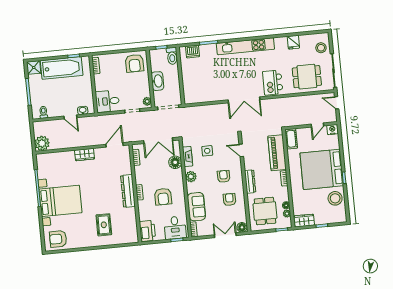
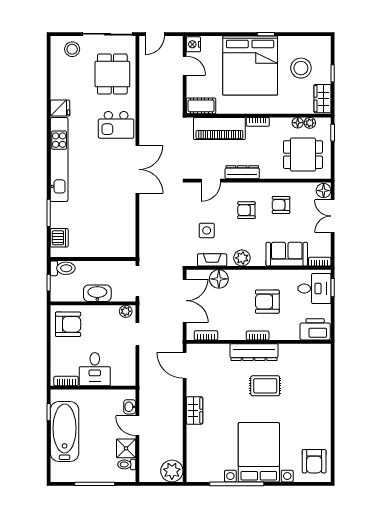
fridge: (293, 42) -> (60, 108), moved
shower: (34, 68) -> (126, 448), moved
desk: (107, 101) -> (95, 369), moved
door: (70, 117) -> (137, 426), swing flipped
dresser: (250, 181) -> (242, 172), moved
armchair: (163, 197) -> (267, 302), turned 180
stool: (335, 198) -> (301, 68), moved
rug: (104, 225) -> (265, 386), moved

